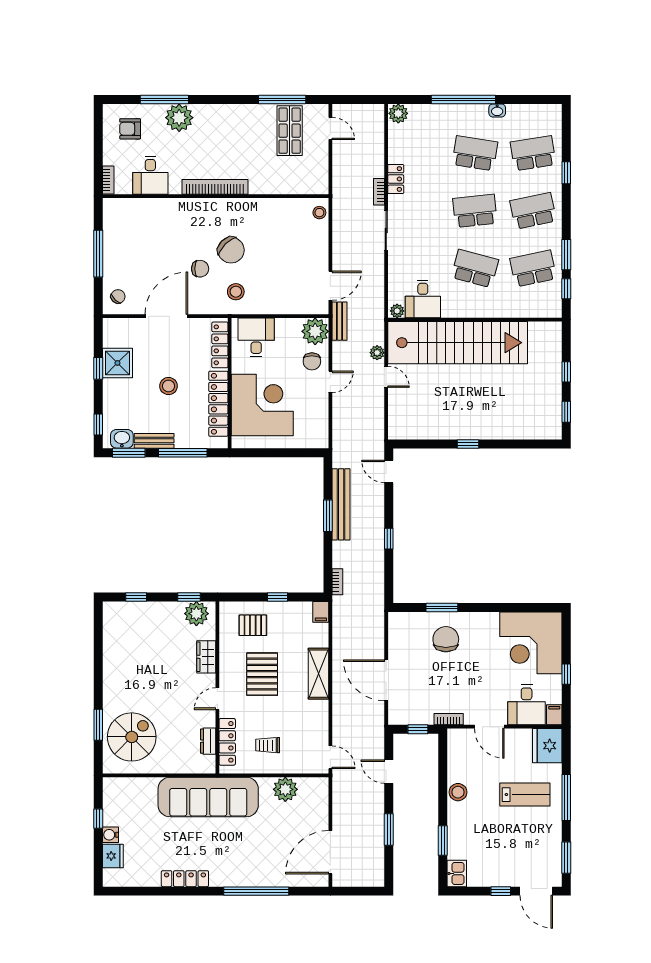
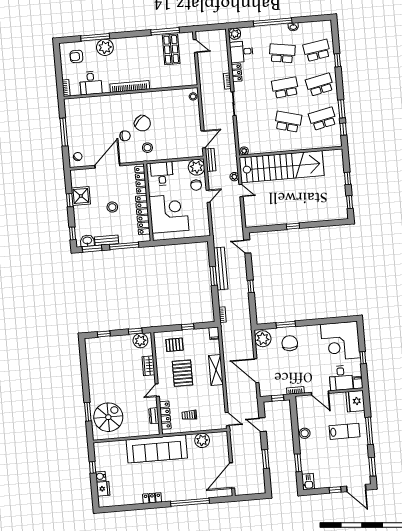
desk: (423, 299) -> (241, 52), moved, turned 90
plant: (401, 628) -> (263, 339), added
locker: (185, 879) -> (152, 498), width x0.66

